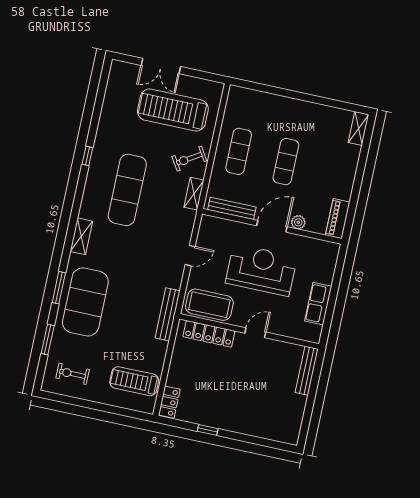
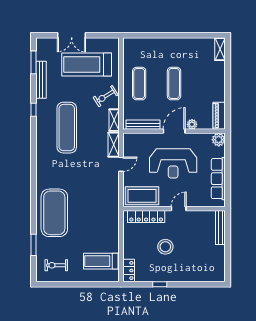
shelving: (81, 236) -> (114, 145), moved
plant: (330, 251) -> (219, 140), added
reception desk: (261, 270) -> (173, 163), turned 180
window: (59, 288) -> (33, 62), moved
row of seats: (318, 304) -> (218, 179), width x1.48
bench: (168, 314) -> (41, 80), moved
stool: (226, 381) -> (165, 247), added

